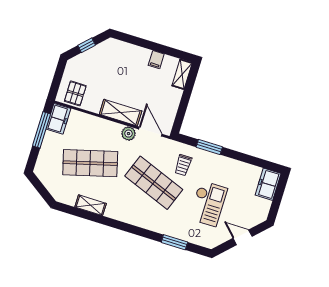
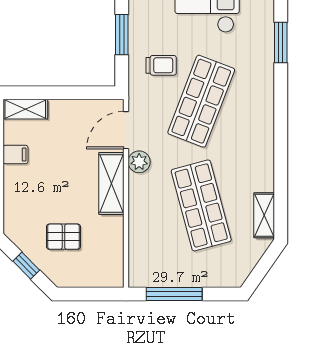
pallet: (75, 93) -> (63, 237), moved
freezer: (58, 119) -> (150, 274), removed
shelving: (91, 205) -> (264, 215), moved

